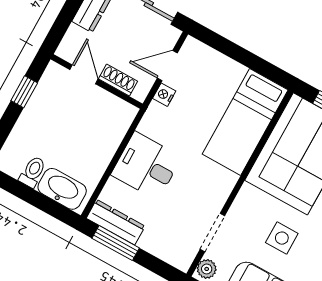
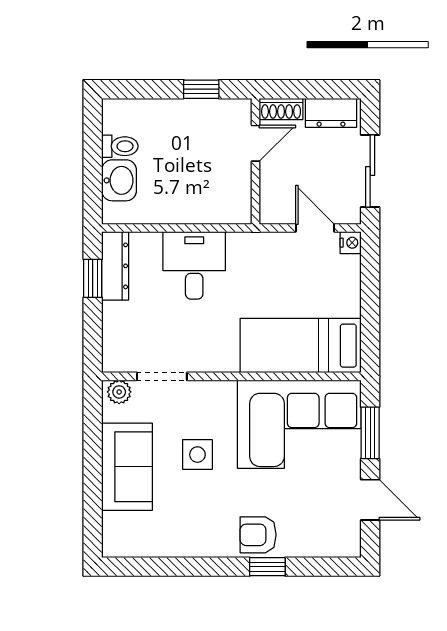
shoe rack: (118, 80) -> (281, 109), moved, turned 90
nightstand: (164, 95) -> (351, 243), moved, turned 90
washbasin: (62, 189) -> (119, 180), width x0.72
window: (116, 243) -> (93, 278), width x0.67

